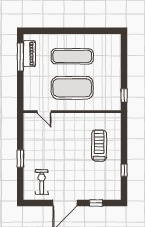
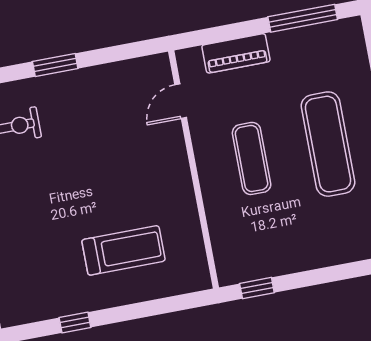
piano: (29, 54) -> (236, 53), moved
exercise mat: (72, 88) -> (252, 158), width x0.50, depth x0.69

